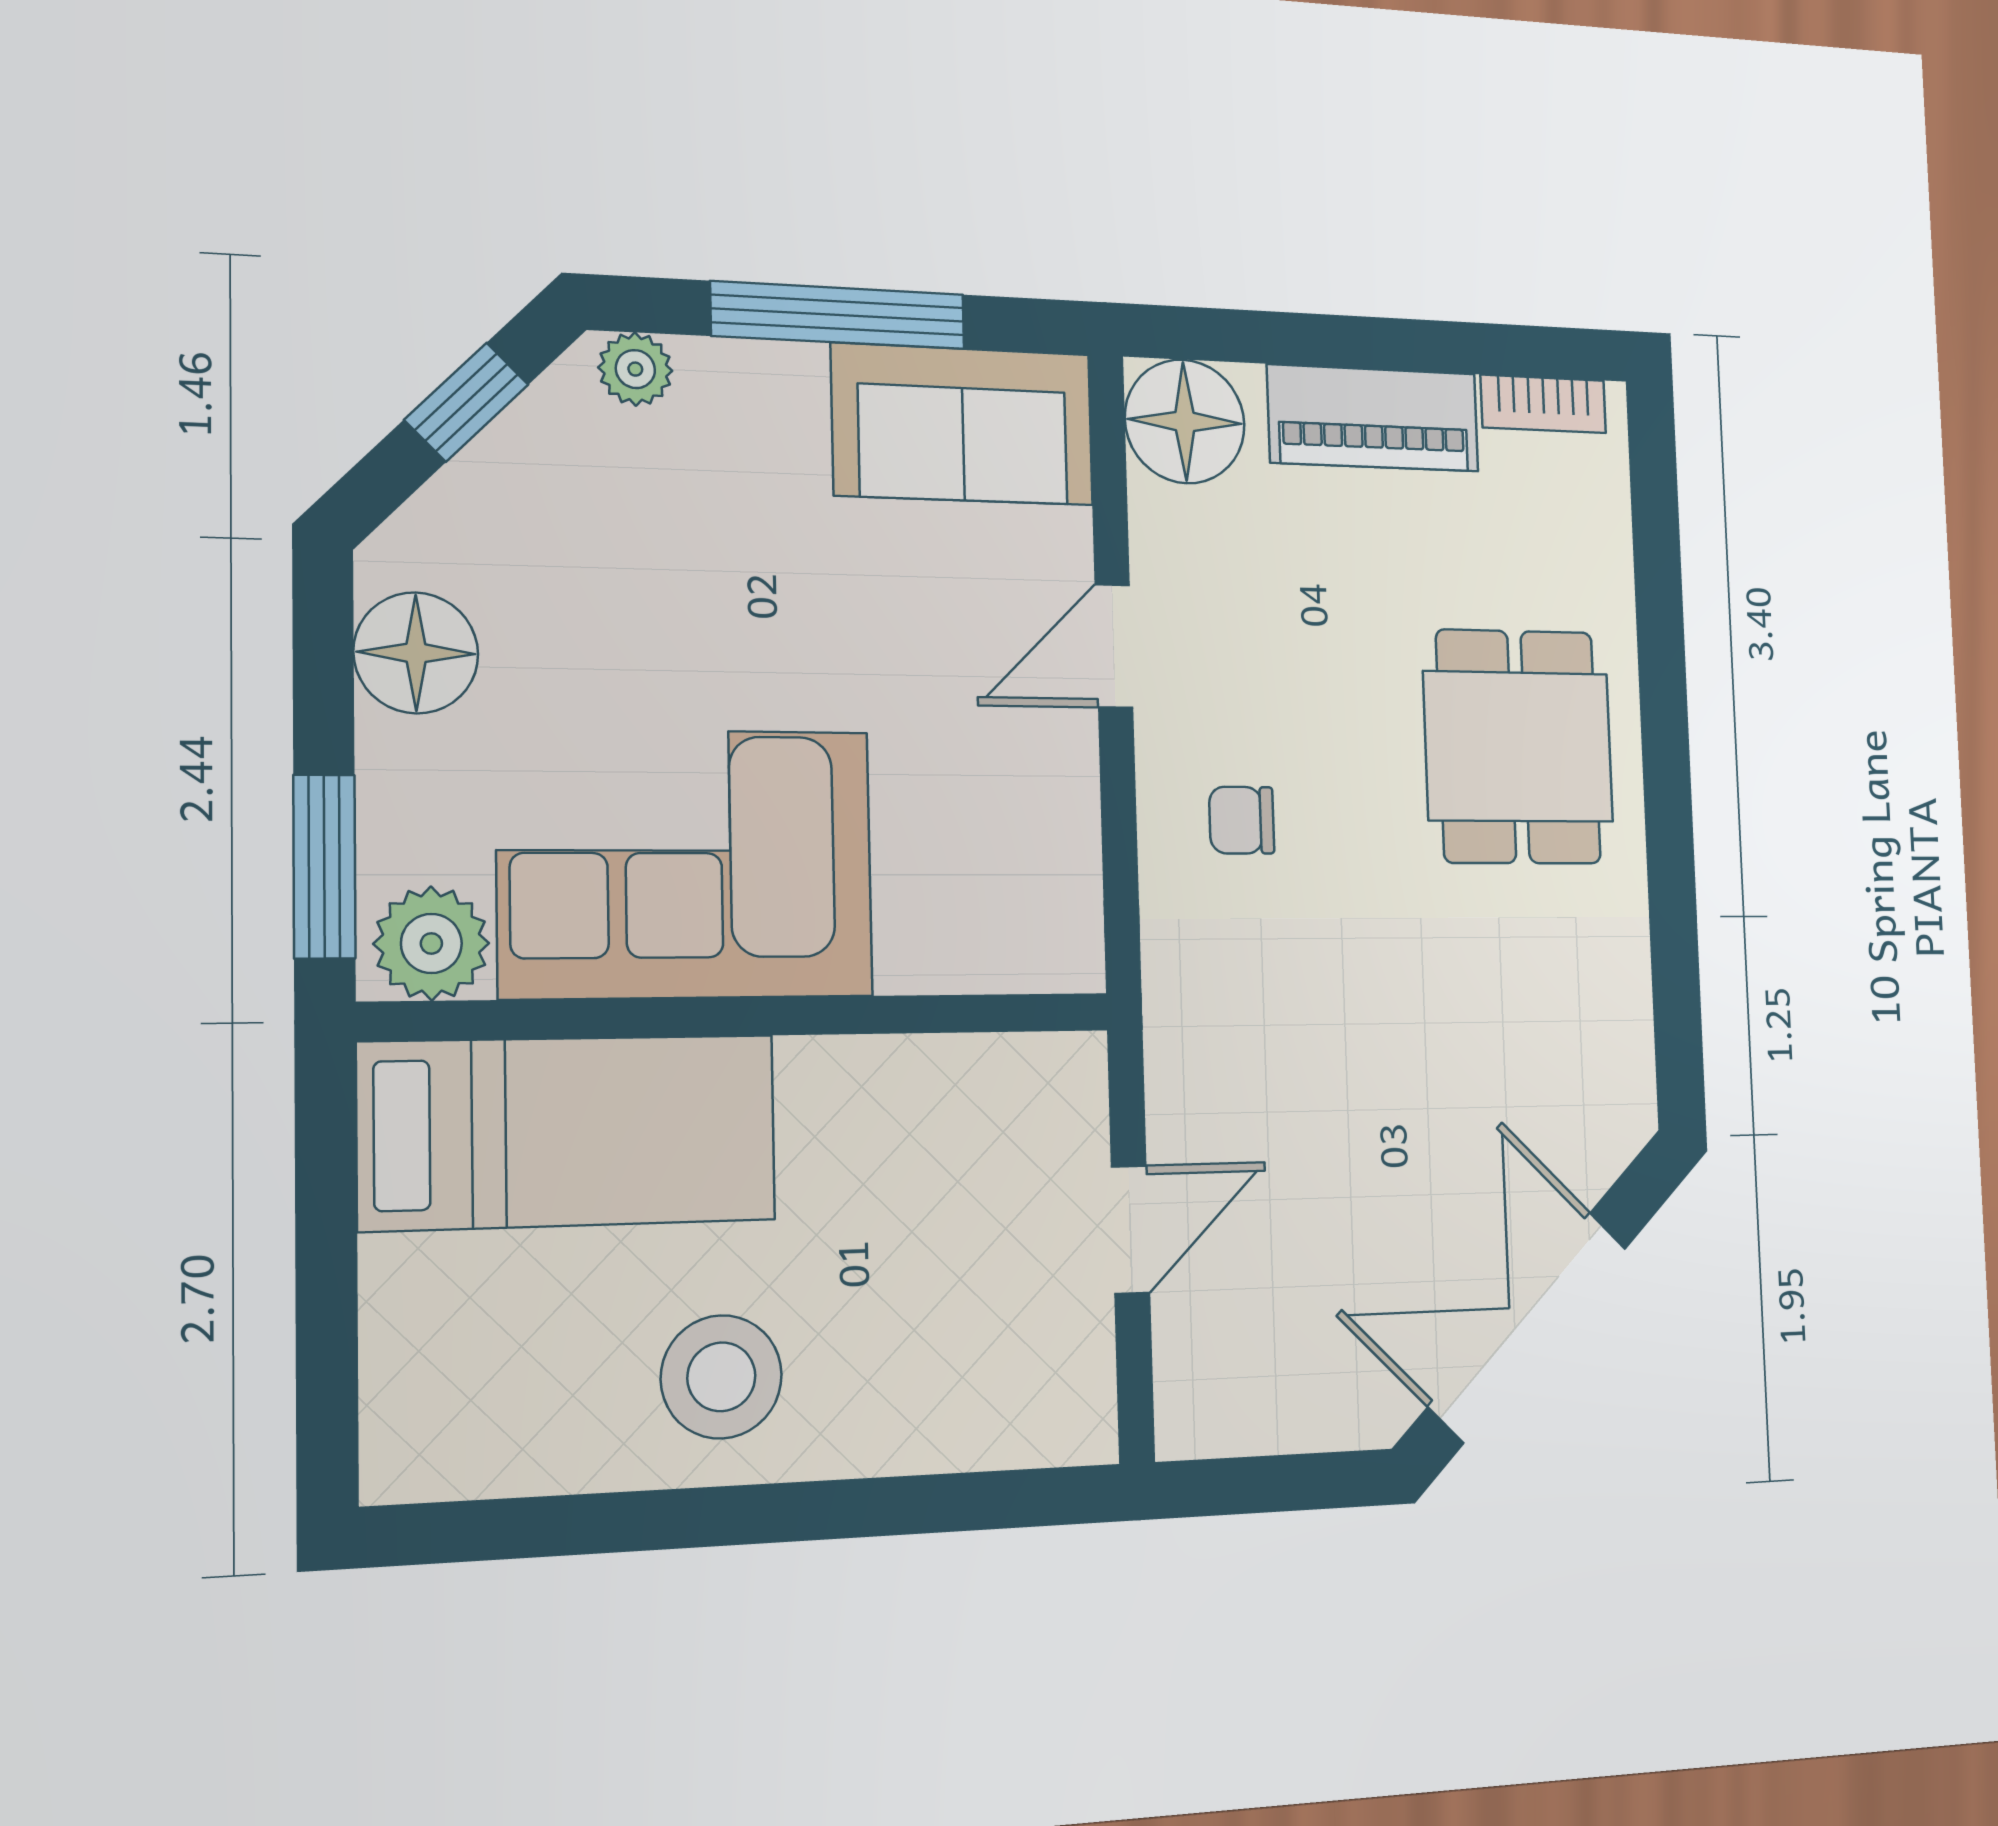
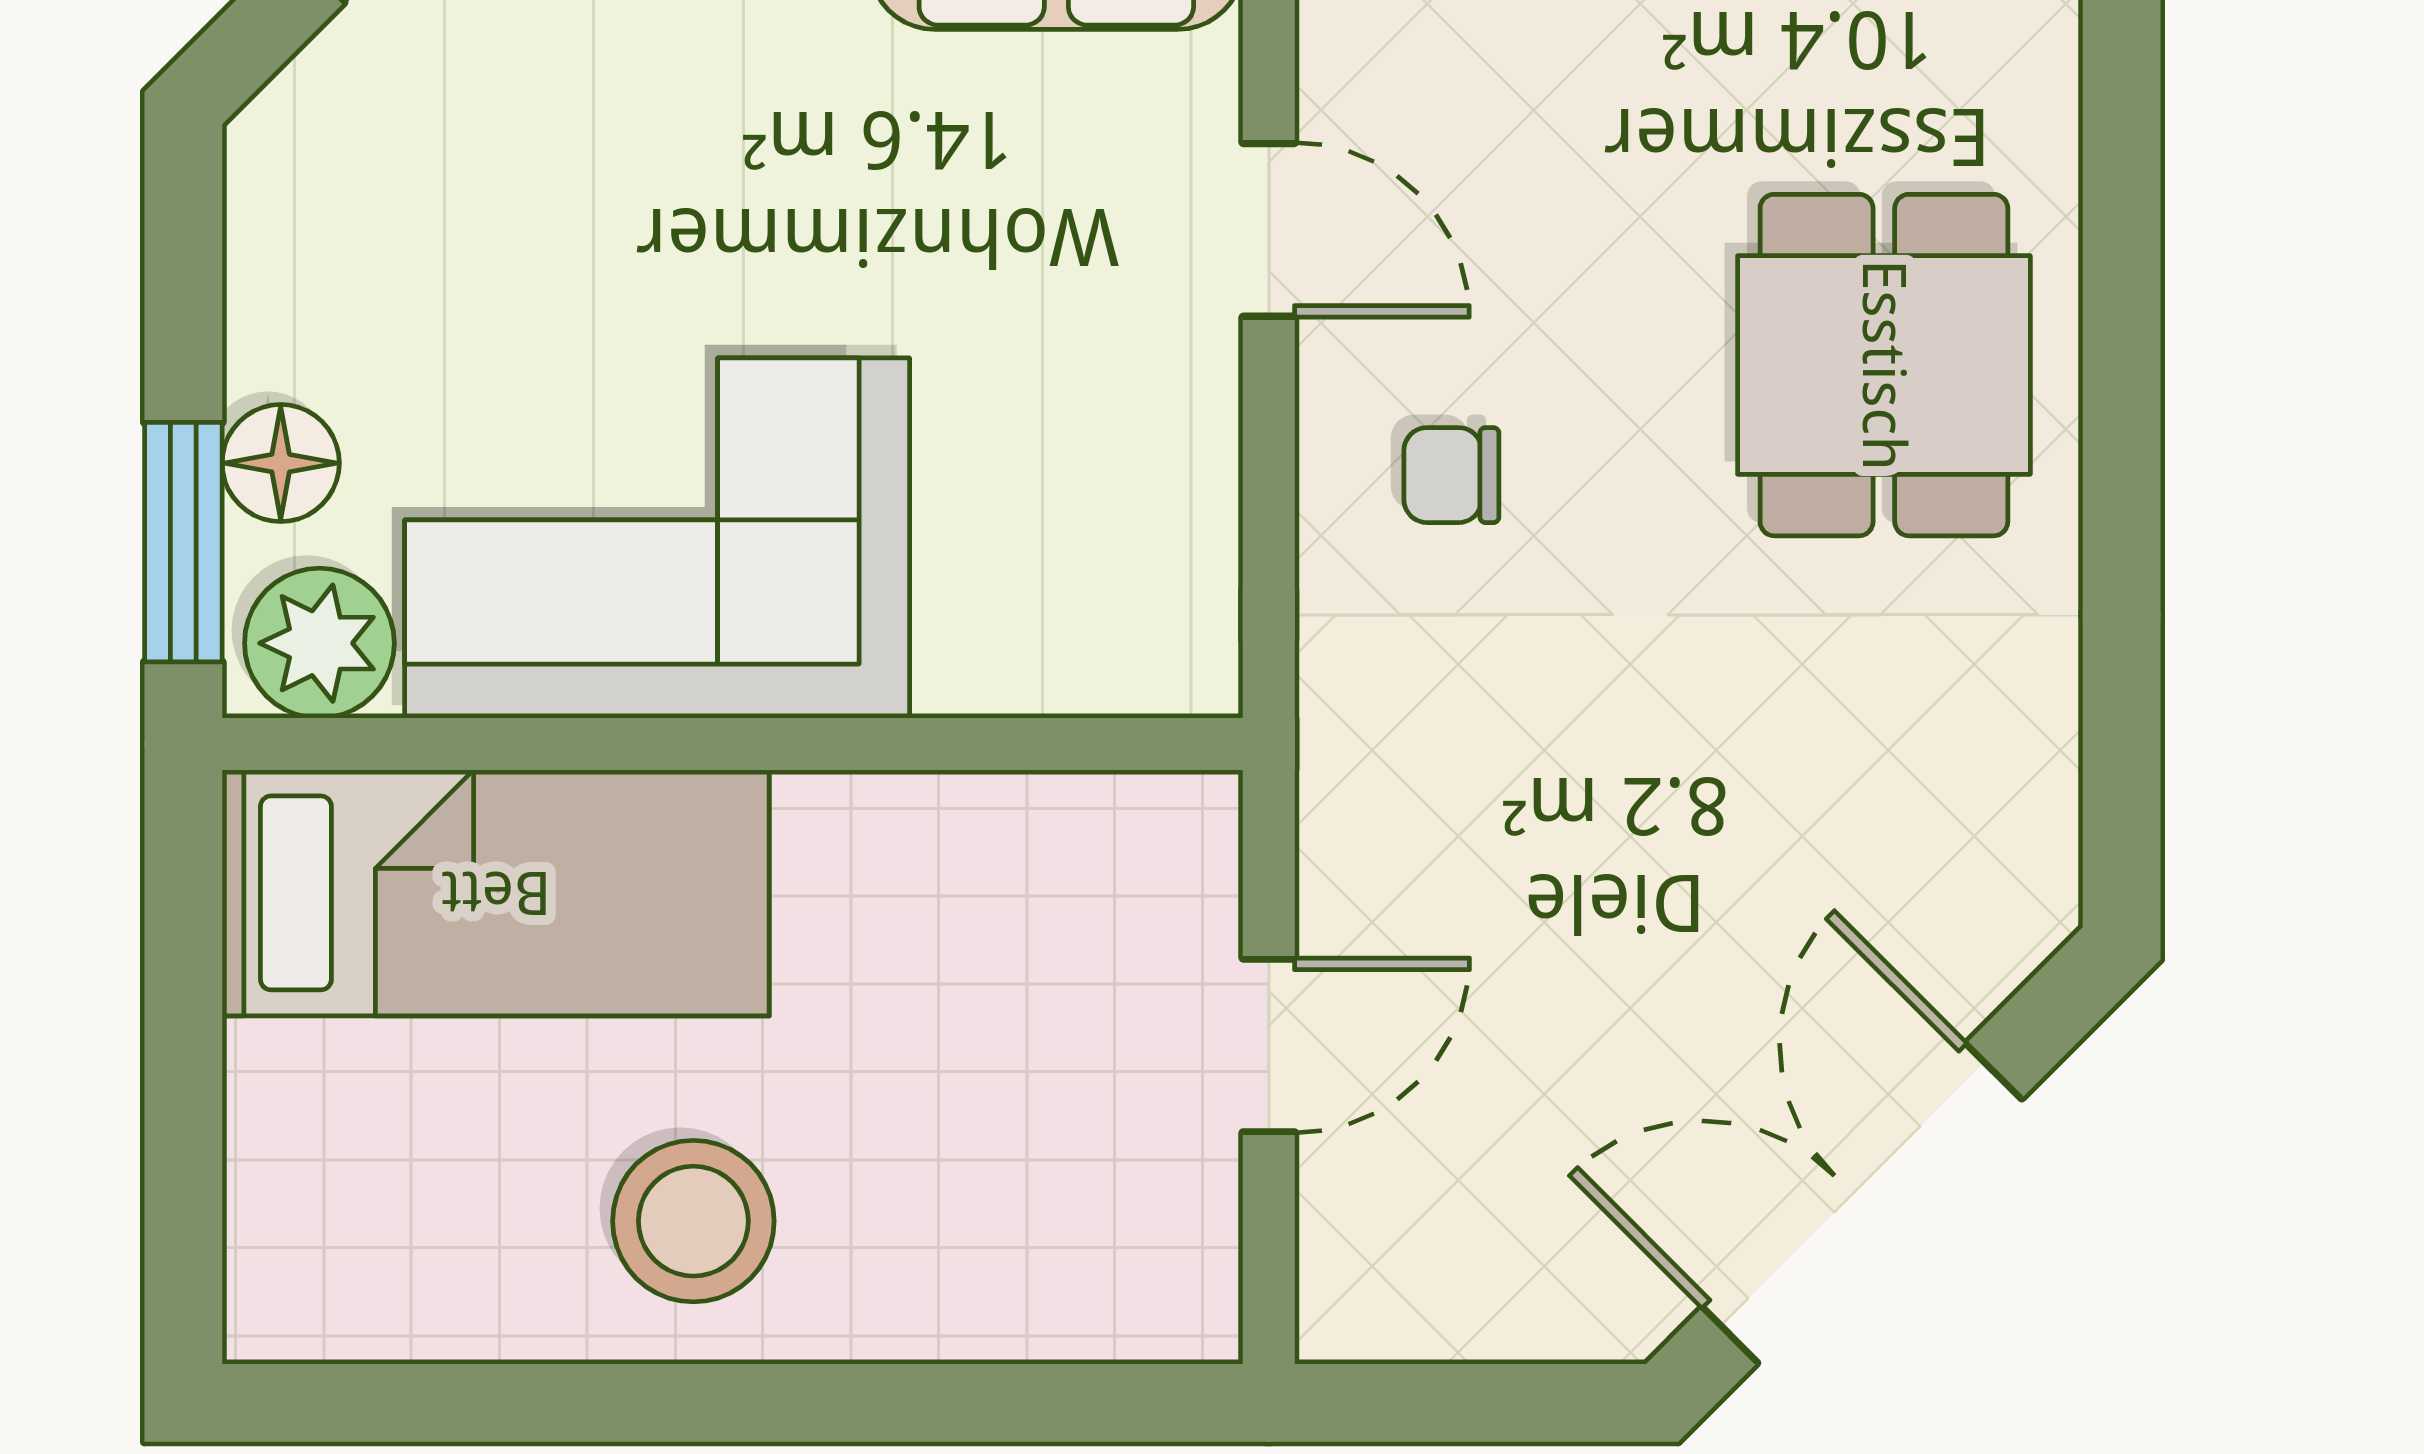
door: (1114, 646) -> (1269, 230), swing flipped
floor lamp: (416, 653) -> (281, 463), moved, width x0.73, depth x0.73

